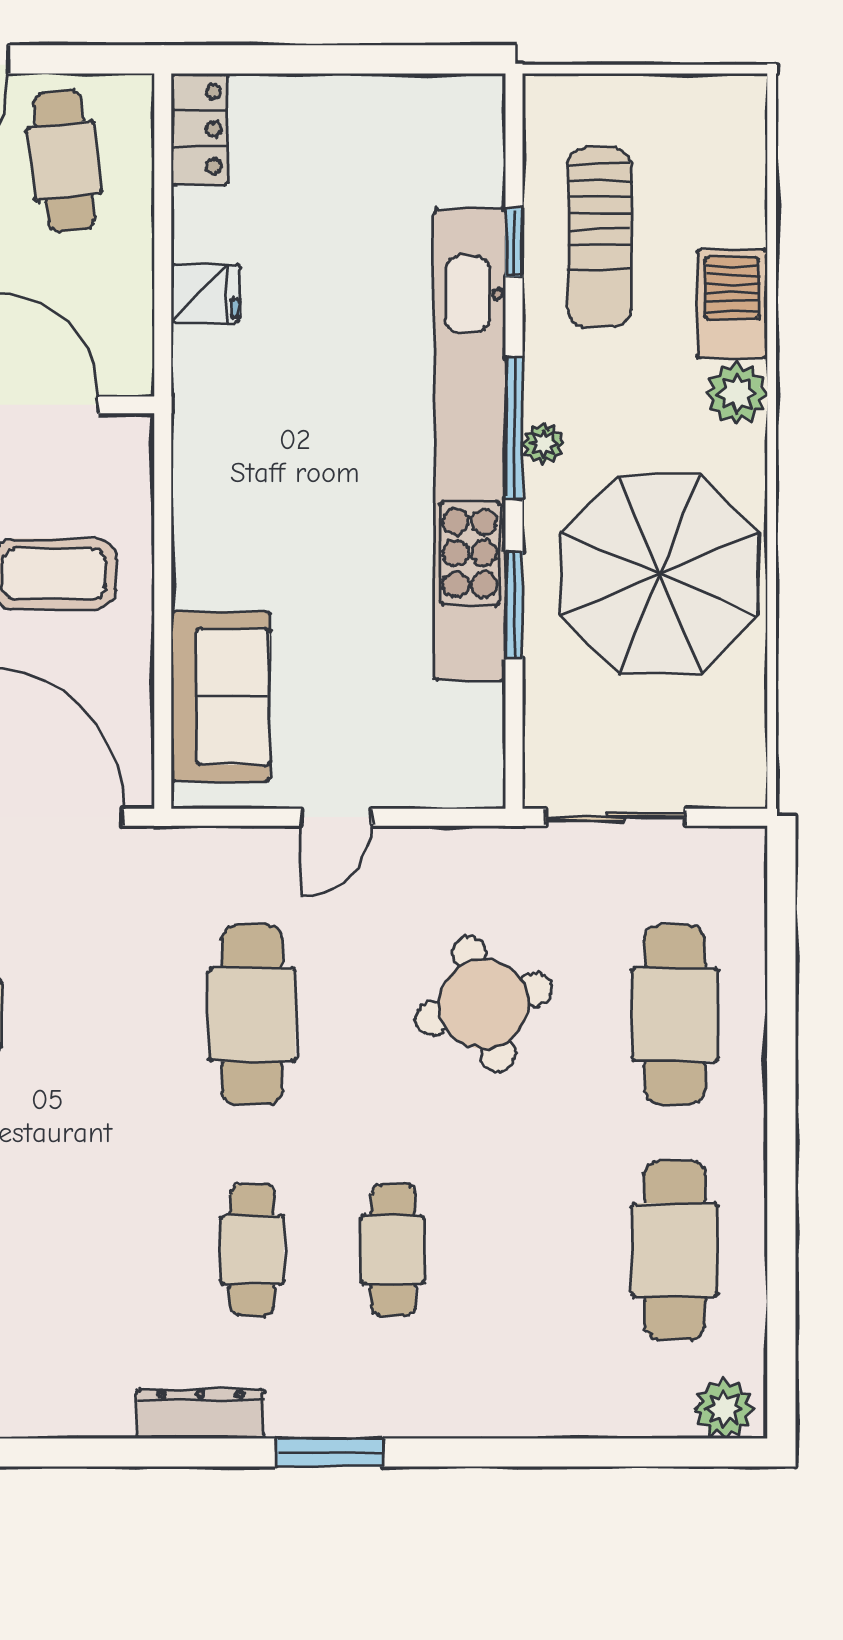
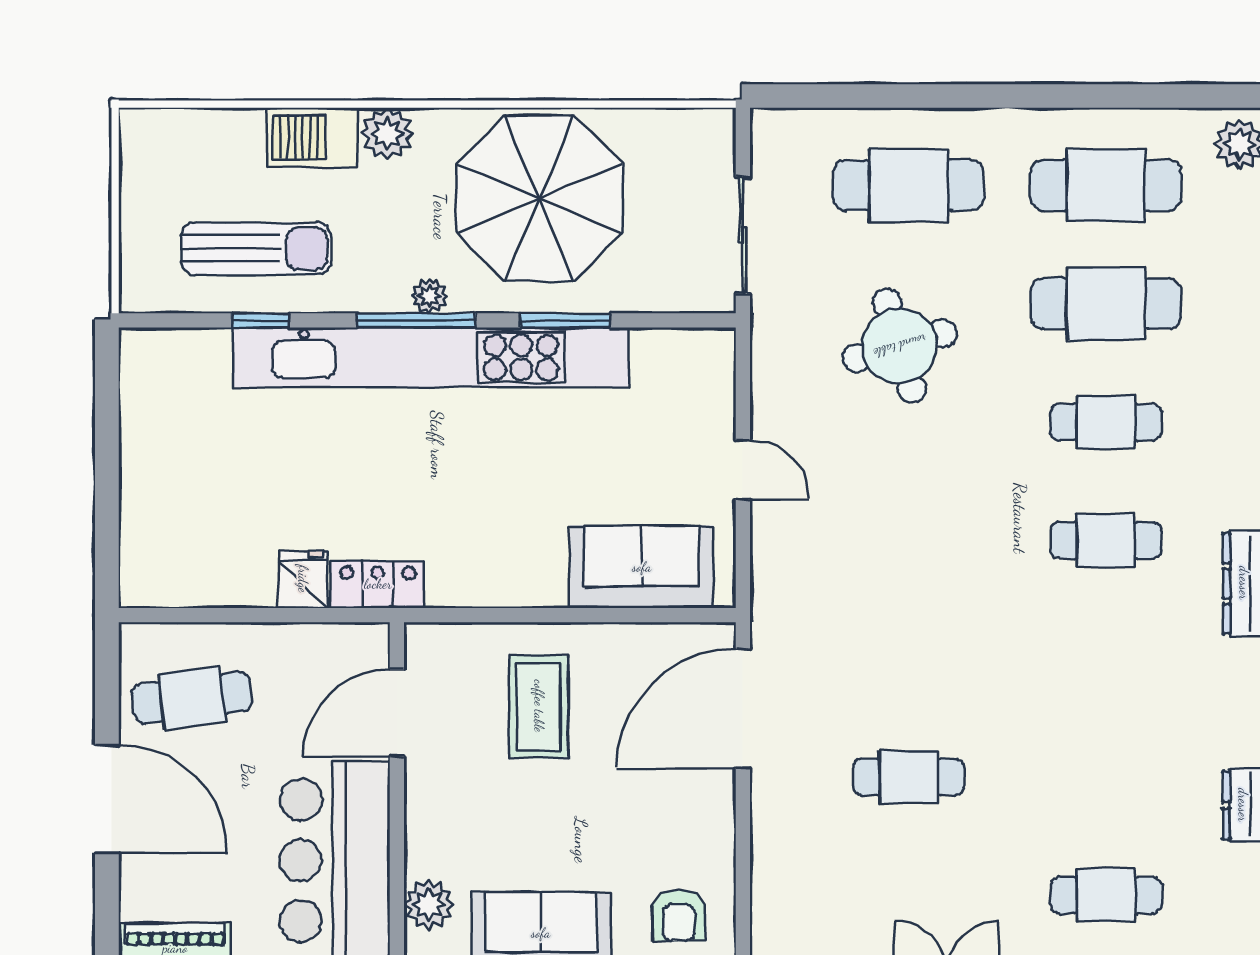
locker: (199, 129) -> (378, 584), moved
cafe table: (252, 1014) -> (1106, 304), moved

